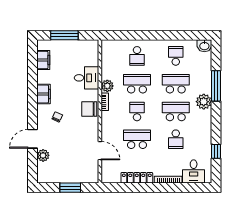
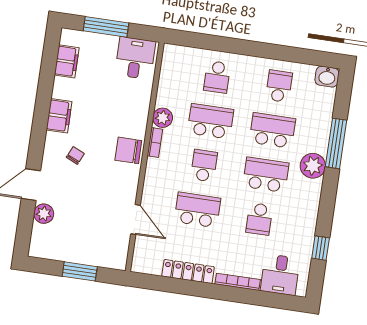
desk: (86, 78) -> (135, 58), moved, turned -90

